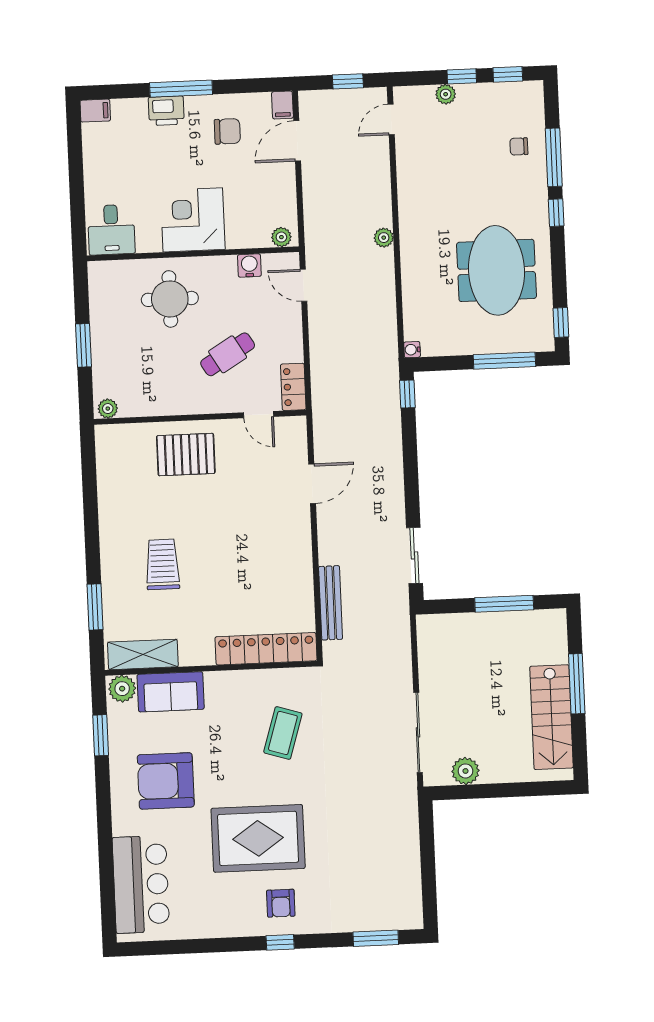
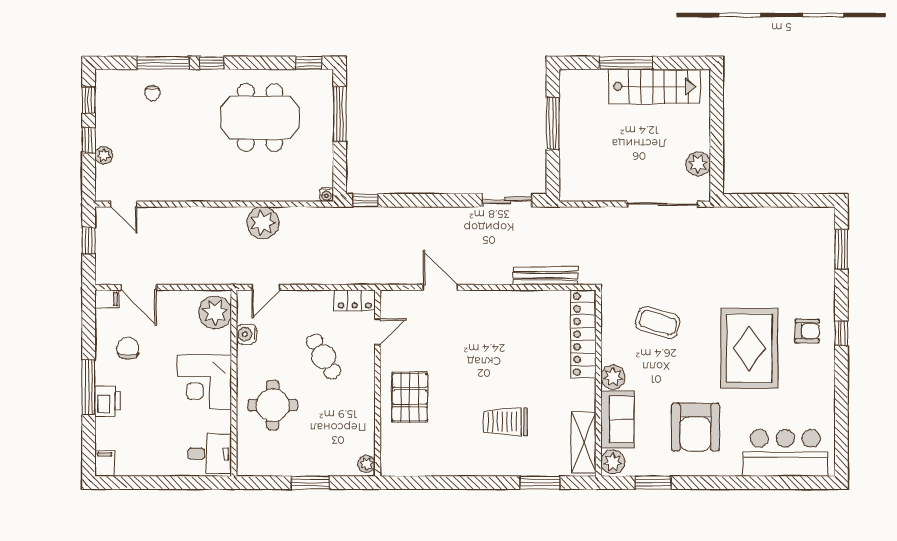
plant: (281, 237) -> (215, 313), width x1.87, depth x1.87
plant: (384, 238) -> (263, 223), moved, width x1.87, depth x1.87
plant: (219, 685) -> (613, 377), added

